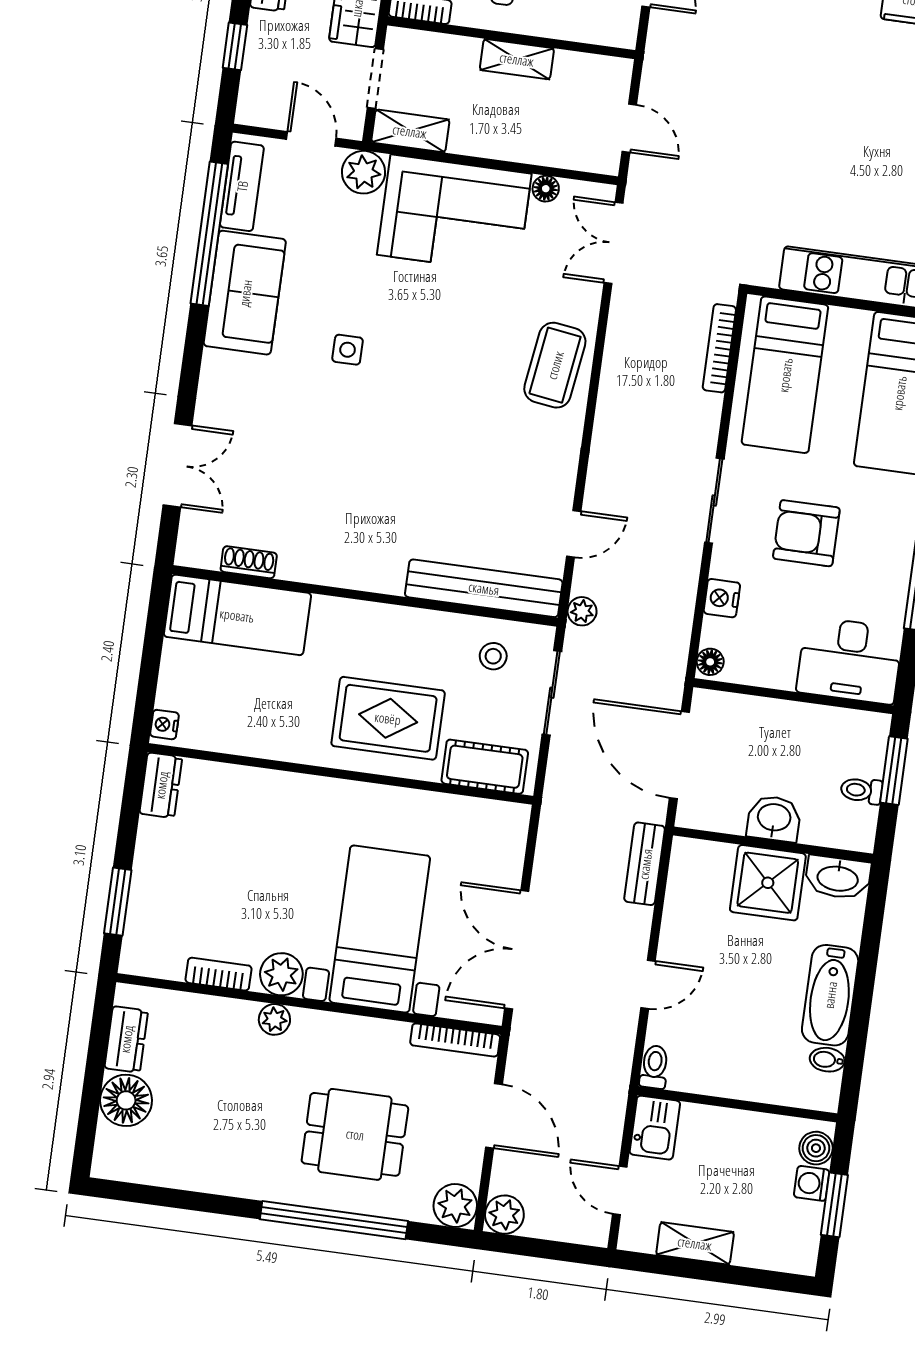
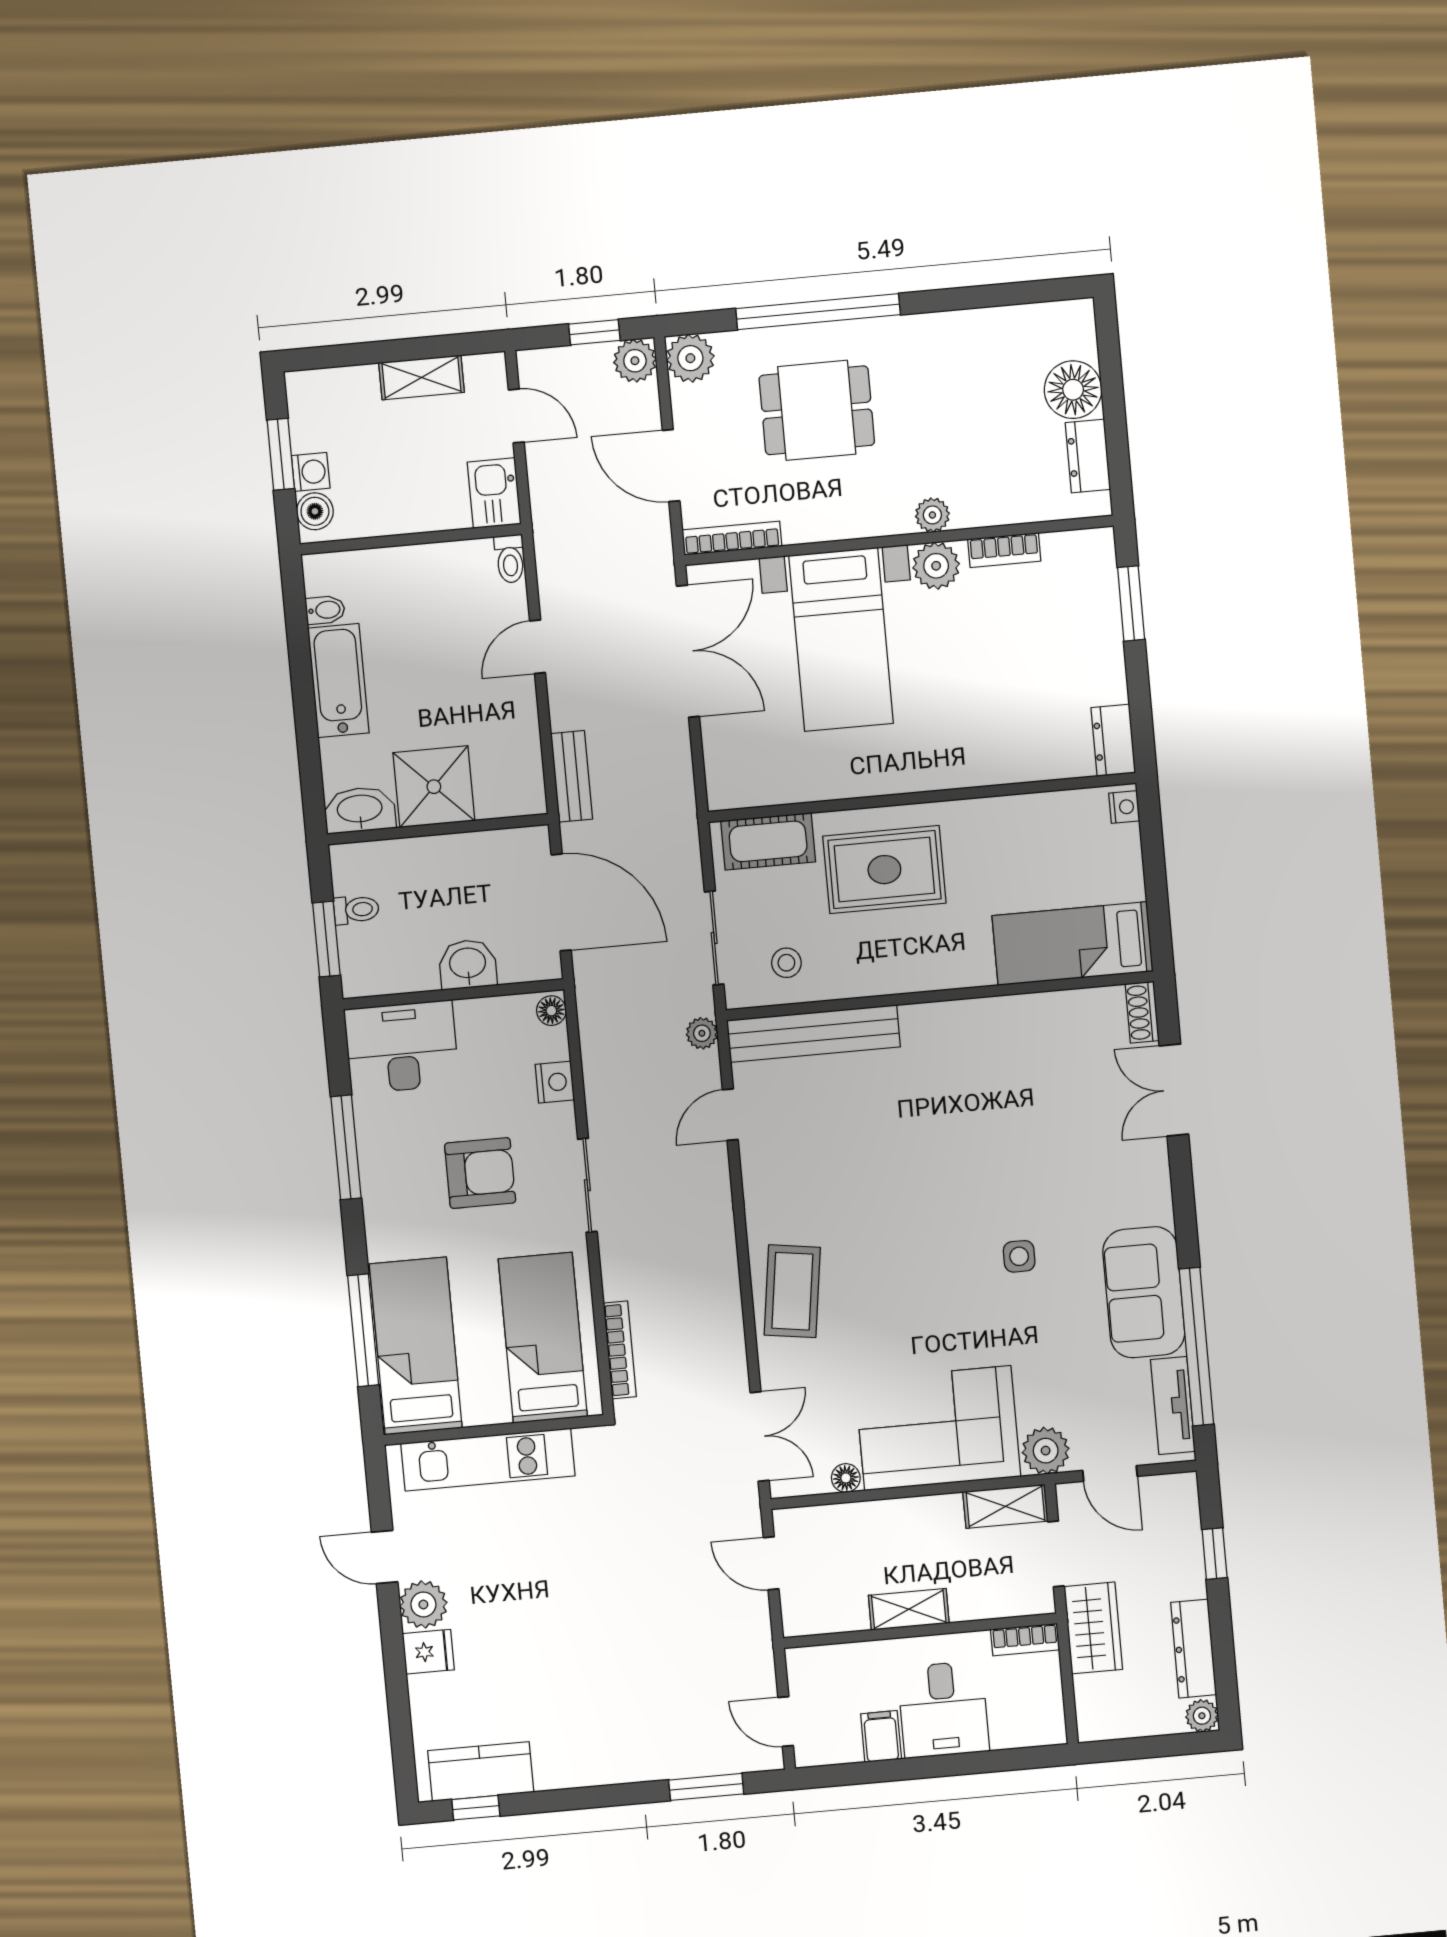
shoe rack: (249, 562) -> (1142, 1012), moved, turned 90
washbasin: (774, 819) -> (468, 964), moved, turned 180
window: (534, 1248) -> (594, 332), added

